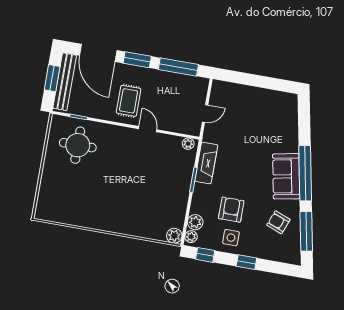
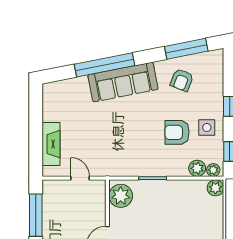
plant: (188, 144) -> (121, 196), width x1.88, depth x1.88
fireplace: (206, 163) -> (51, 144), moved, turned 90
window: (305, 173) -> (104, 65), moved
sofa: (286, 176) -> (123, 82), width x1.36

